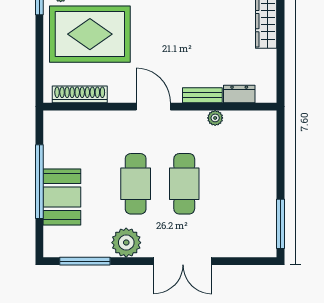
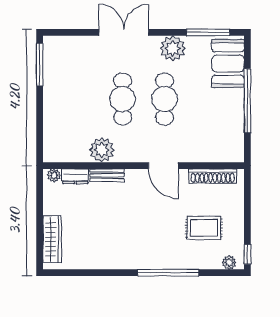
rug: (90, 34) -> (204, 228), width x0.54, depth x0.49
plant: (264, 95) -> (54, 175), added
door: (153, 107) -> (163, 166), moved
plant: (215, 118) -> (102, 150), width x1.88, depth x1.88
booth: (62, 197) -> (228, 64), moved

